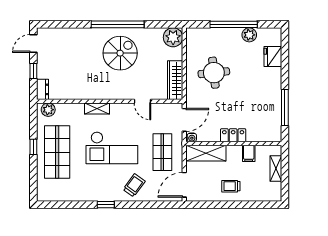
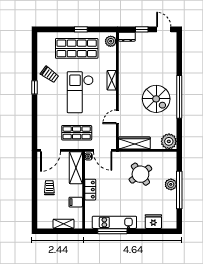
plant: (249, 35) -> (171, 184), moved
round table: (214, 73) -> (140, 174), turned -30
kitchen unit: (274, 105) -> (114, 222), added
trolley: (134, 185) -> (50, 75), moved
door: (184, 185) -> (50, 150), swing flipped

